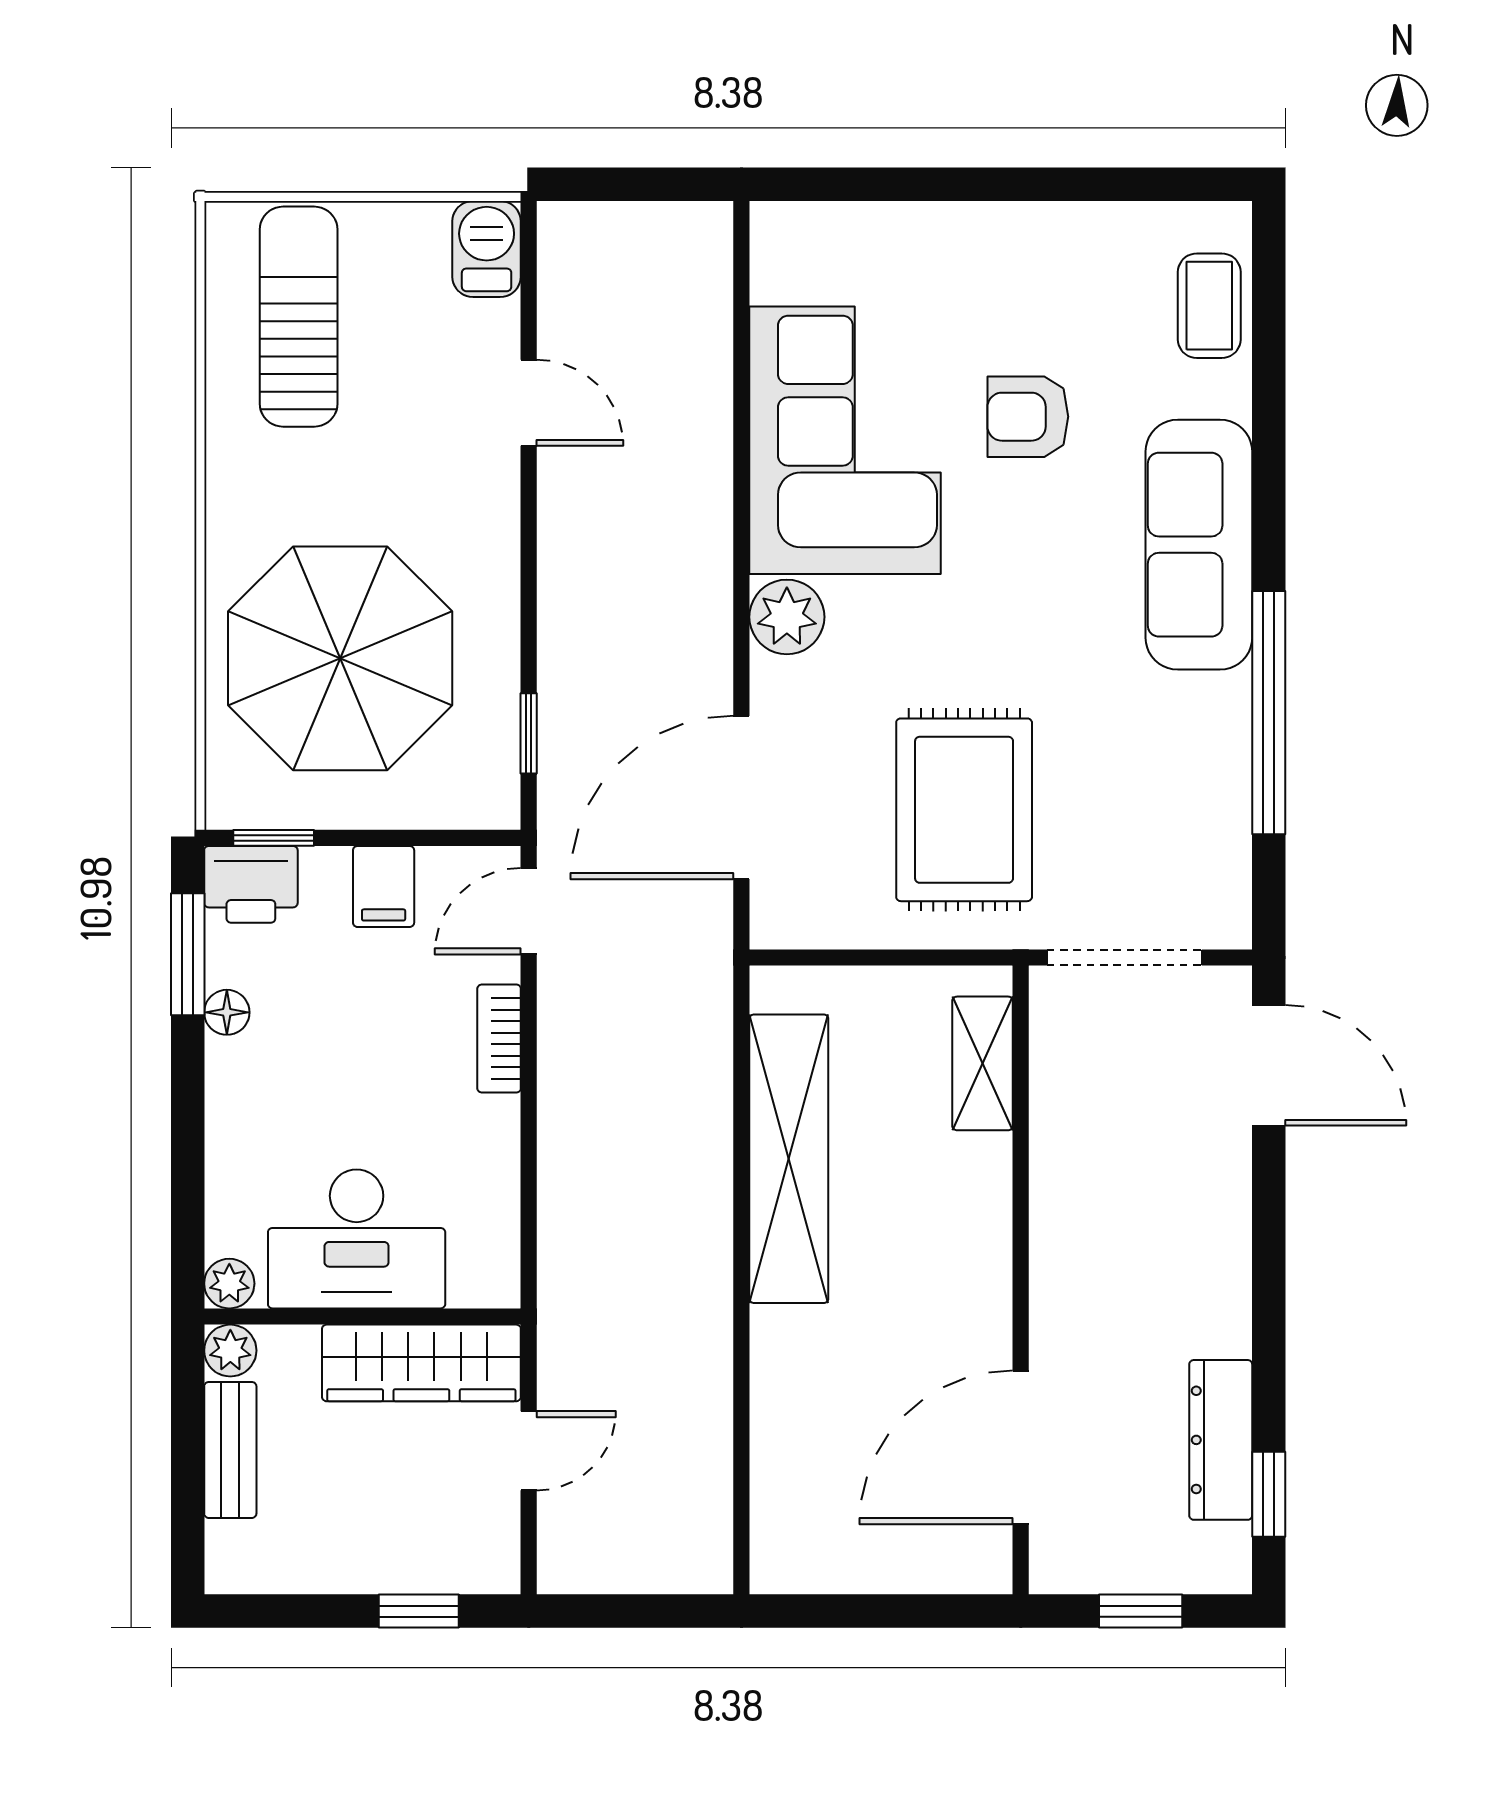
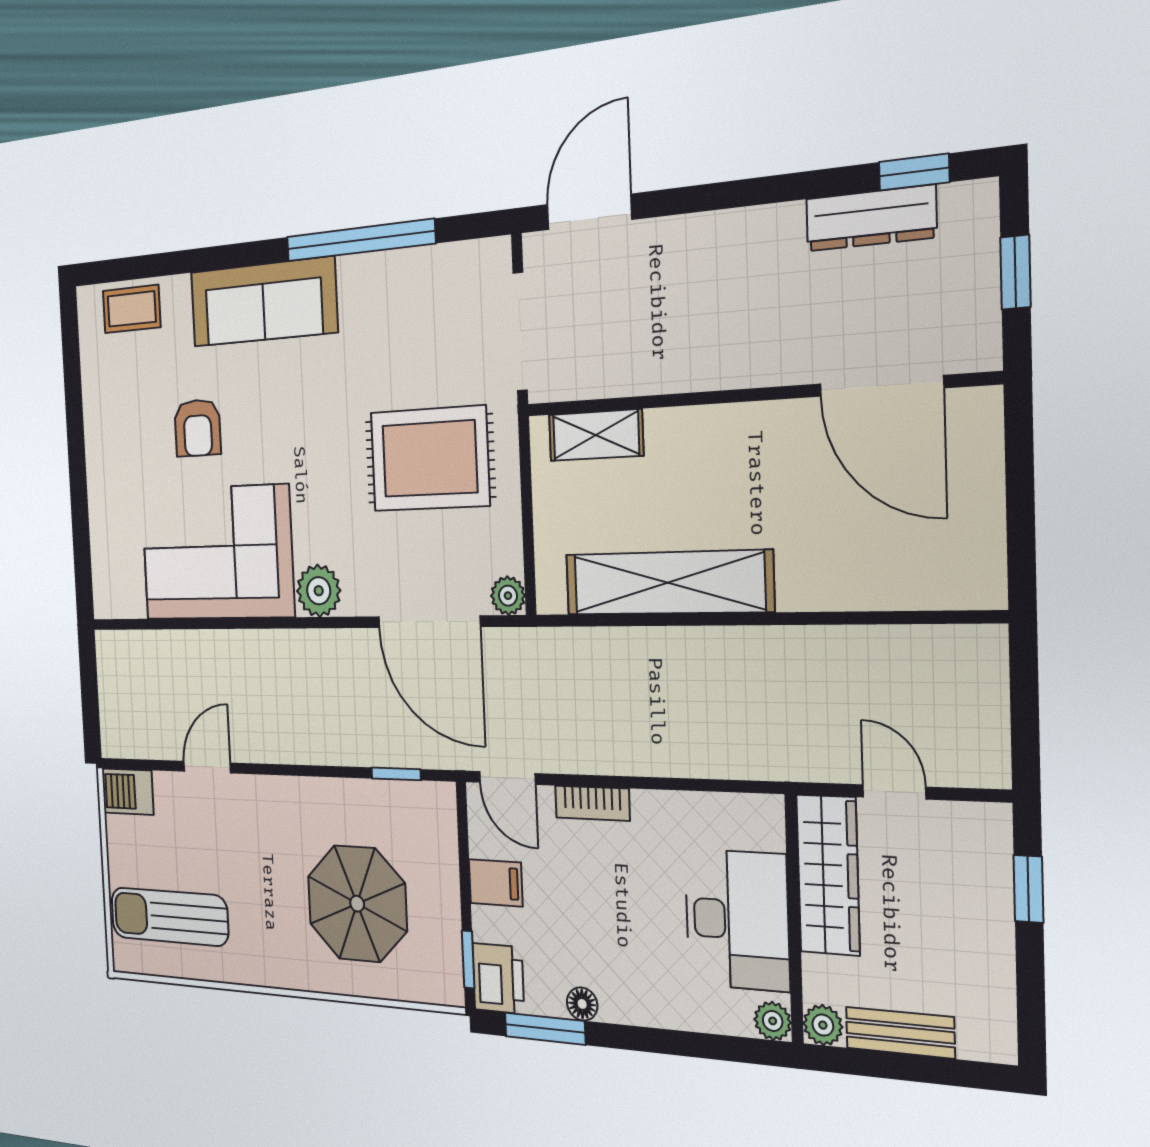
parasol: (340, 658) -> (357, 904), width x0.73, depth x0.73
plant: (776, 923) -> (508, 596), added

